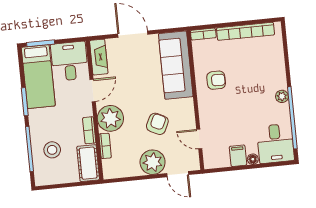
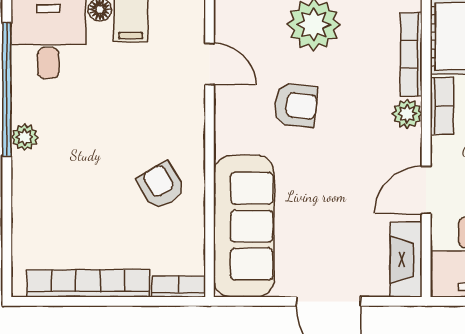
armchair: (216, 80) -> (161, 186), turned 59
plant: (110, 118) -> (407, 114), width x0.53, depth x0.53
armchair: (157, 124) -> (295, 105), turned -110
bookcase: (105, 146) -> (411, 54), width x1.56

